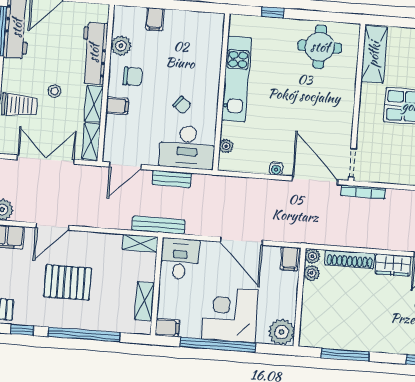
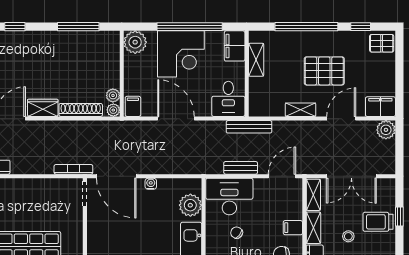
plant: (226, 146) -> (190, 205), width x1.87, depth x1.87
shelving: (140, 243) -> (300, 110), moved
filing cabinet: (167, 328) -> (235, 46), width x2.00

